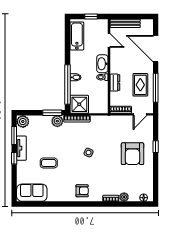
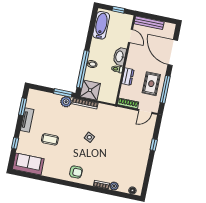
plant: (23, 122) -> (34, 95), removed
armchair: (132, 154) -> (131, 147), removed
window: (14, 158) -> (15, 143), moved

